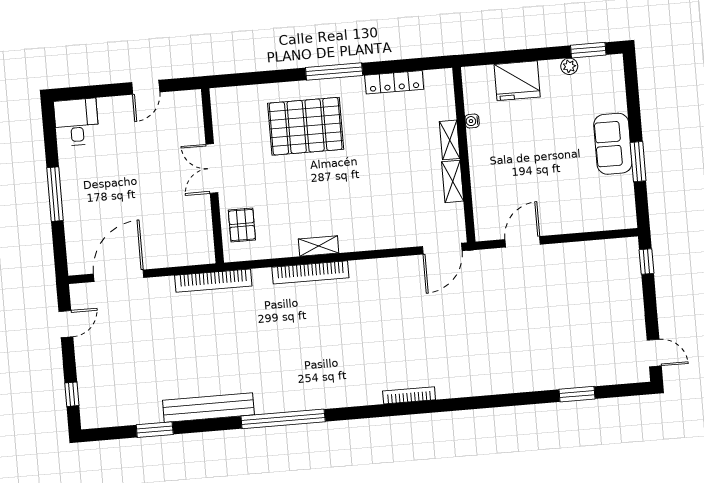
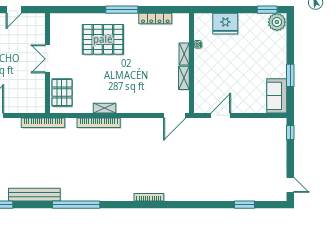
plant: (569, 66) -> (277, 22), moved, width x1.88, depth x1.88
sofa: (613, 144) -> (277, 96), moved
pallet: (242, 225) -> (62, 92), width x1.50, depth x1.42

